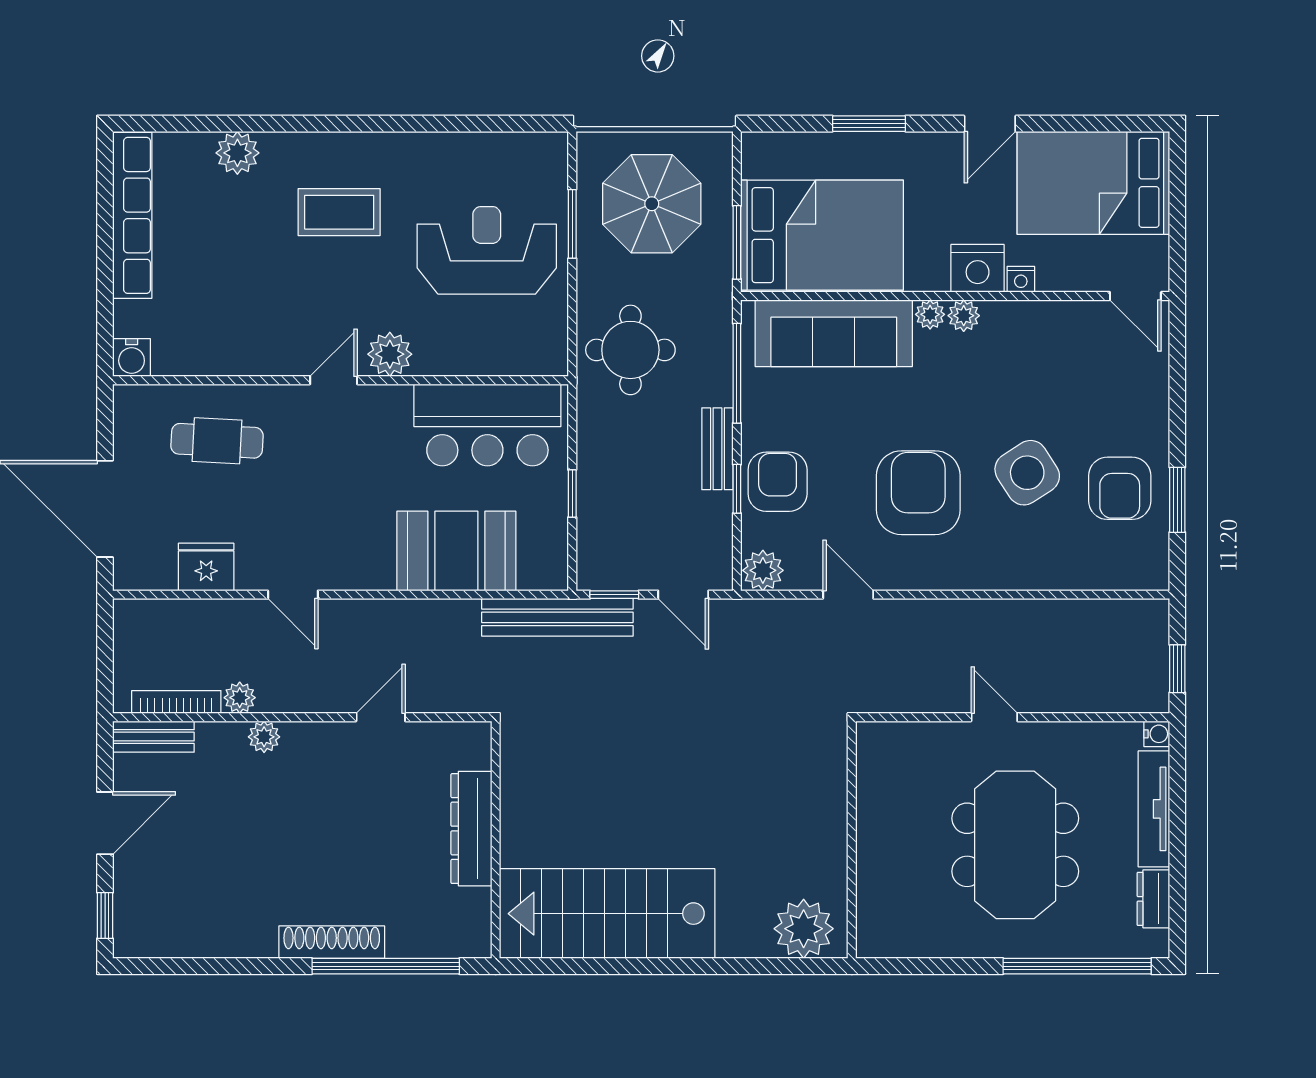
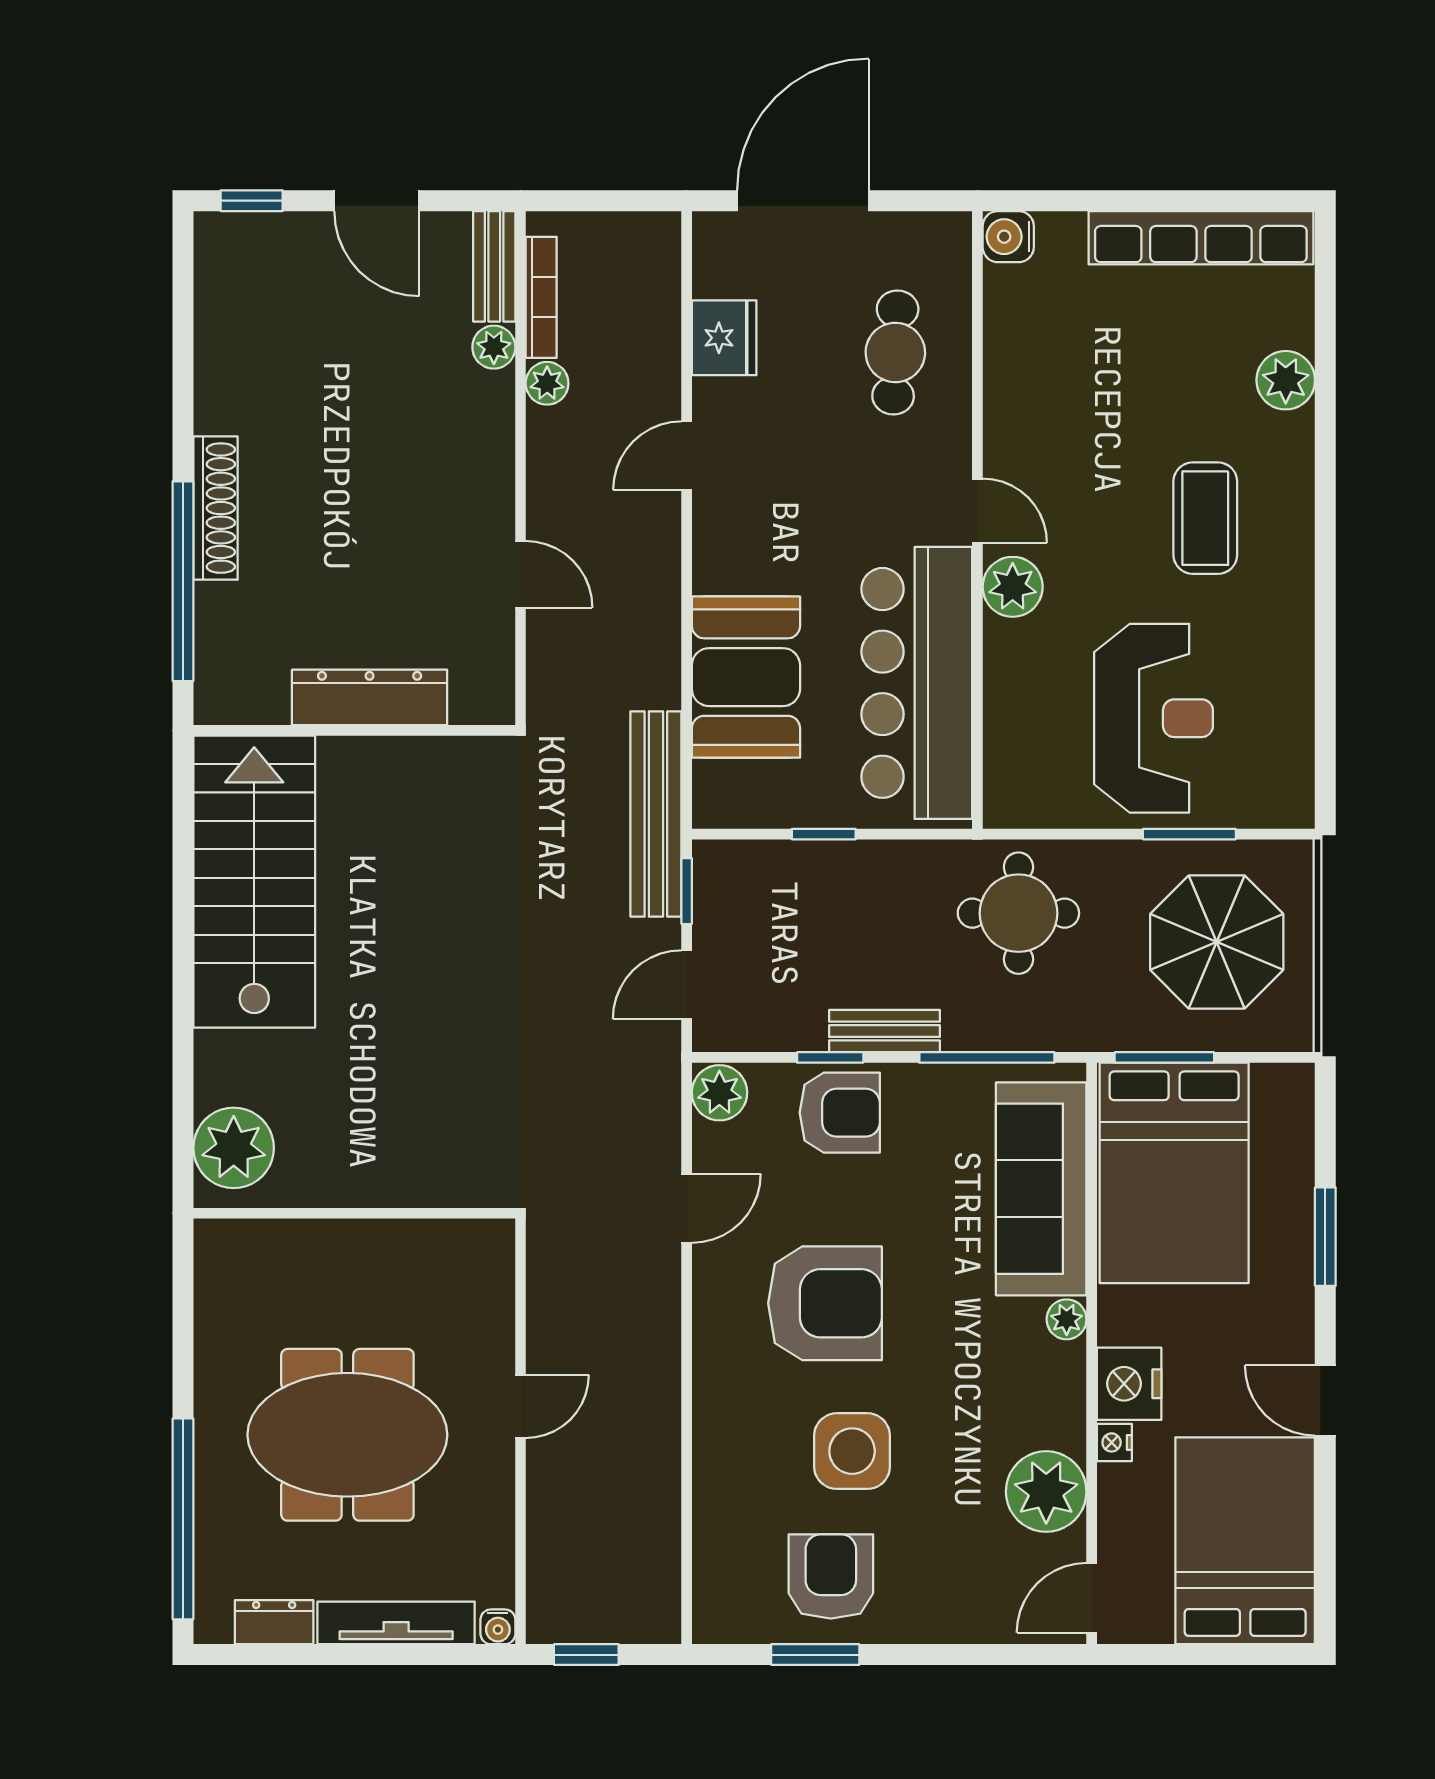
plant: (964, 316) -> (1046, 1492), moved, width x1.87, depth x1.87
bar counter: (487, 425) -> (917, 683), width x1.36
side table: (1027, 473) -> (852, 1451), turned 33
armchair: (1120, 488) -> (831, 1577), turned 90
plant: (264, 737) -> (494, 347), moved

